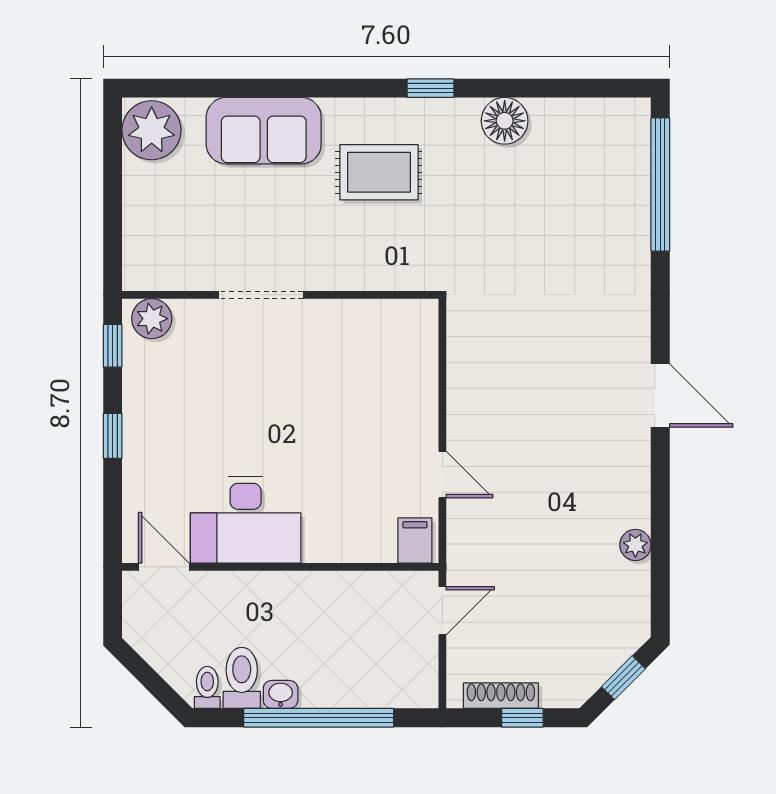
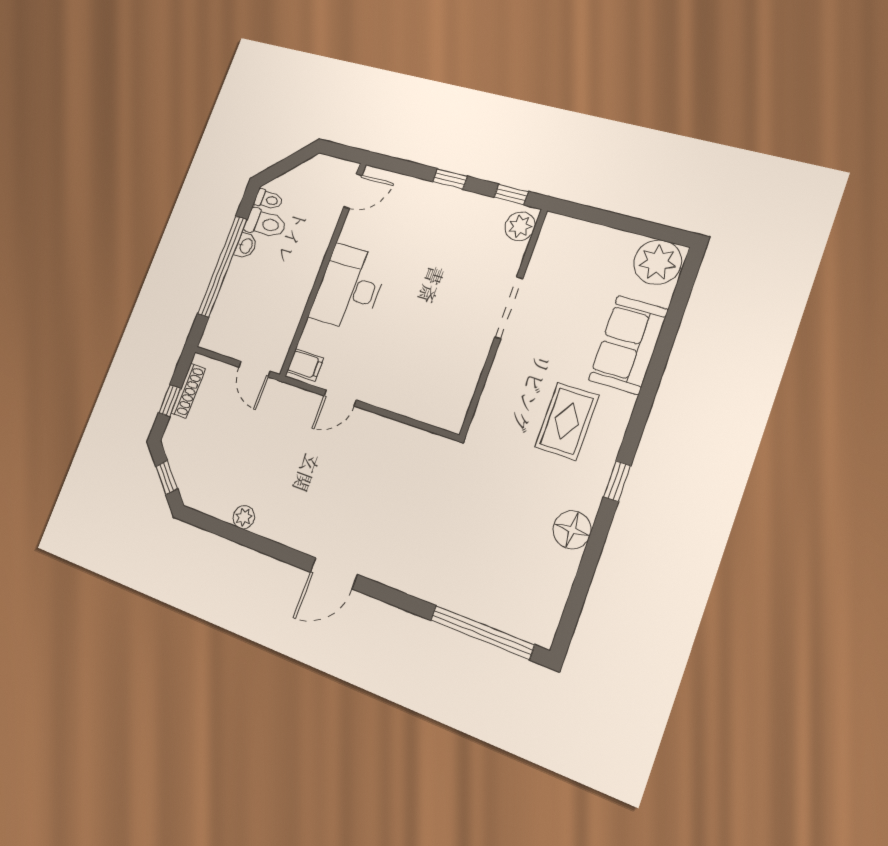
desk: (246, 520) -> (349, 288), moved

